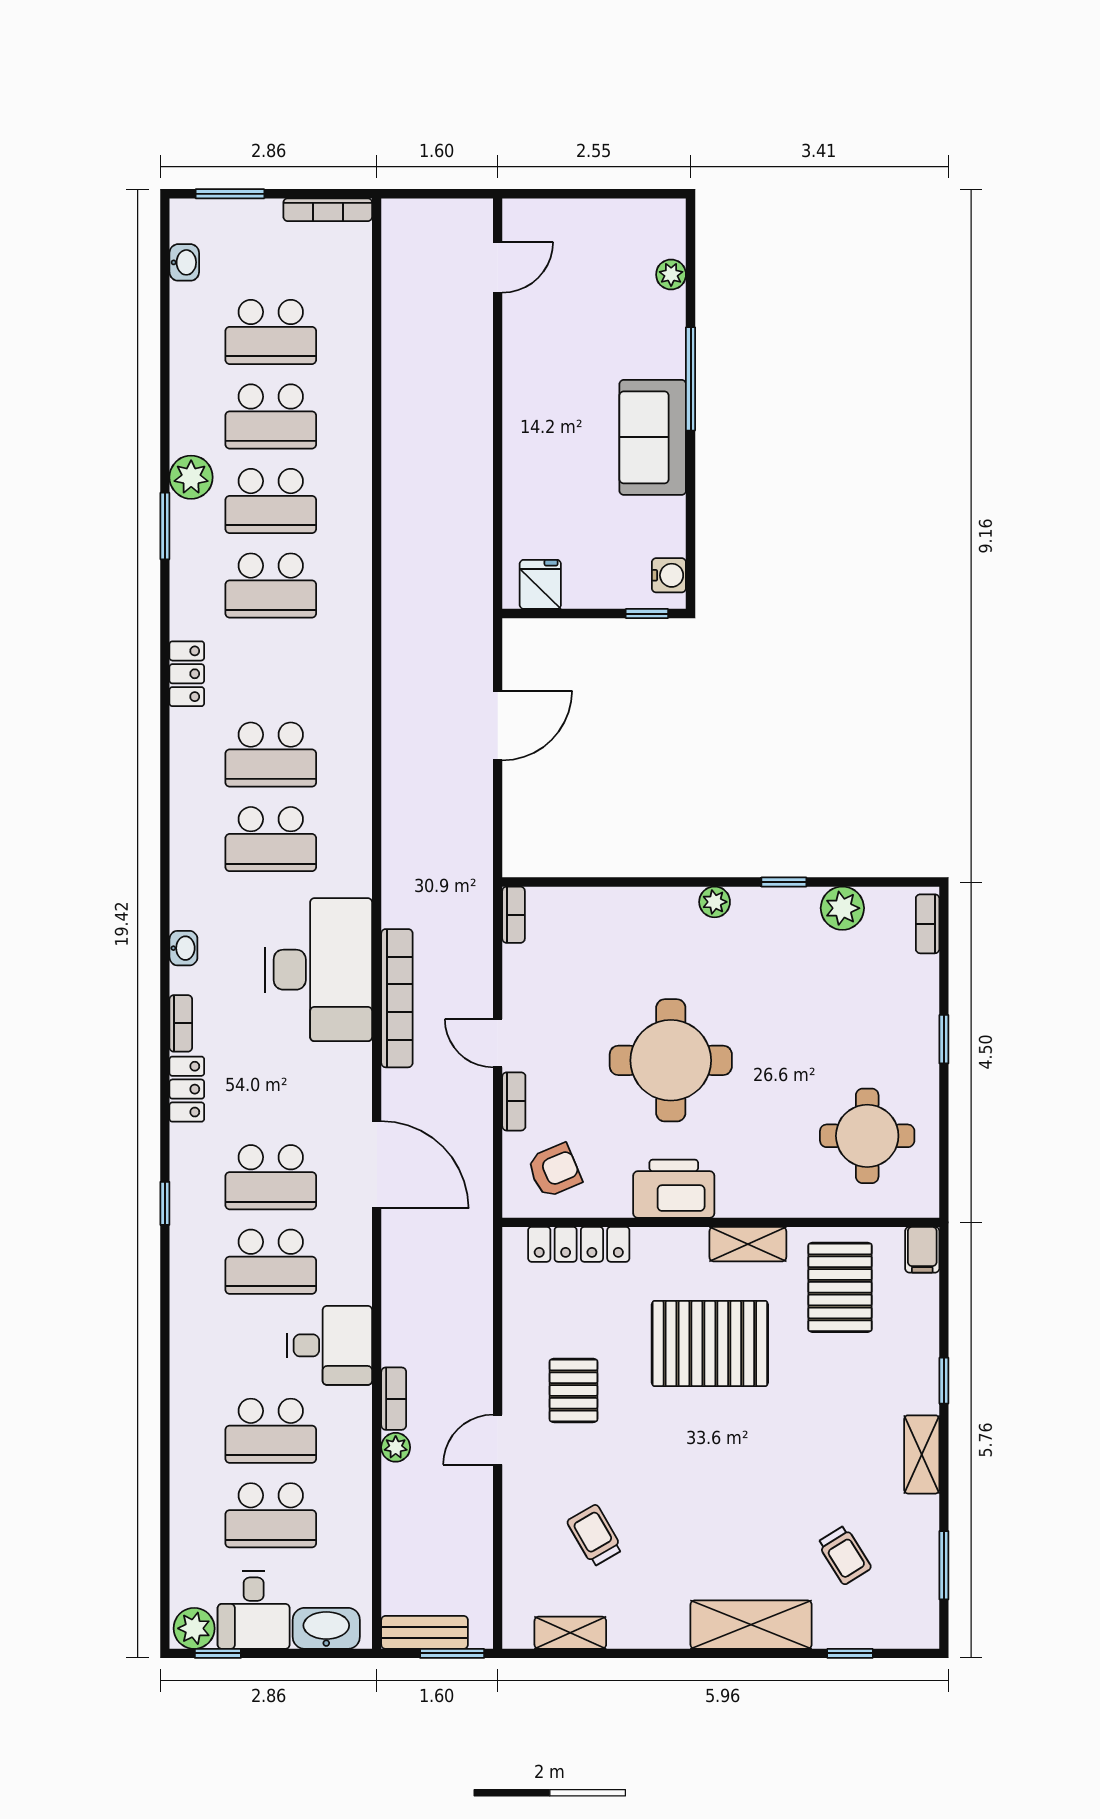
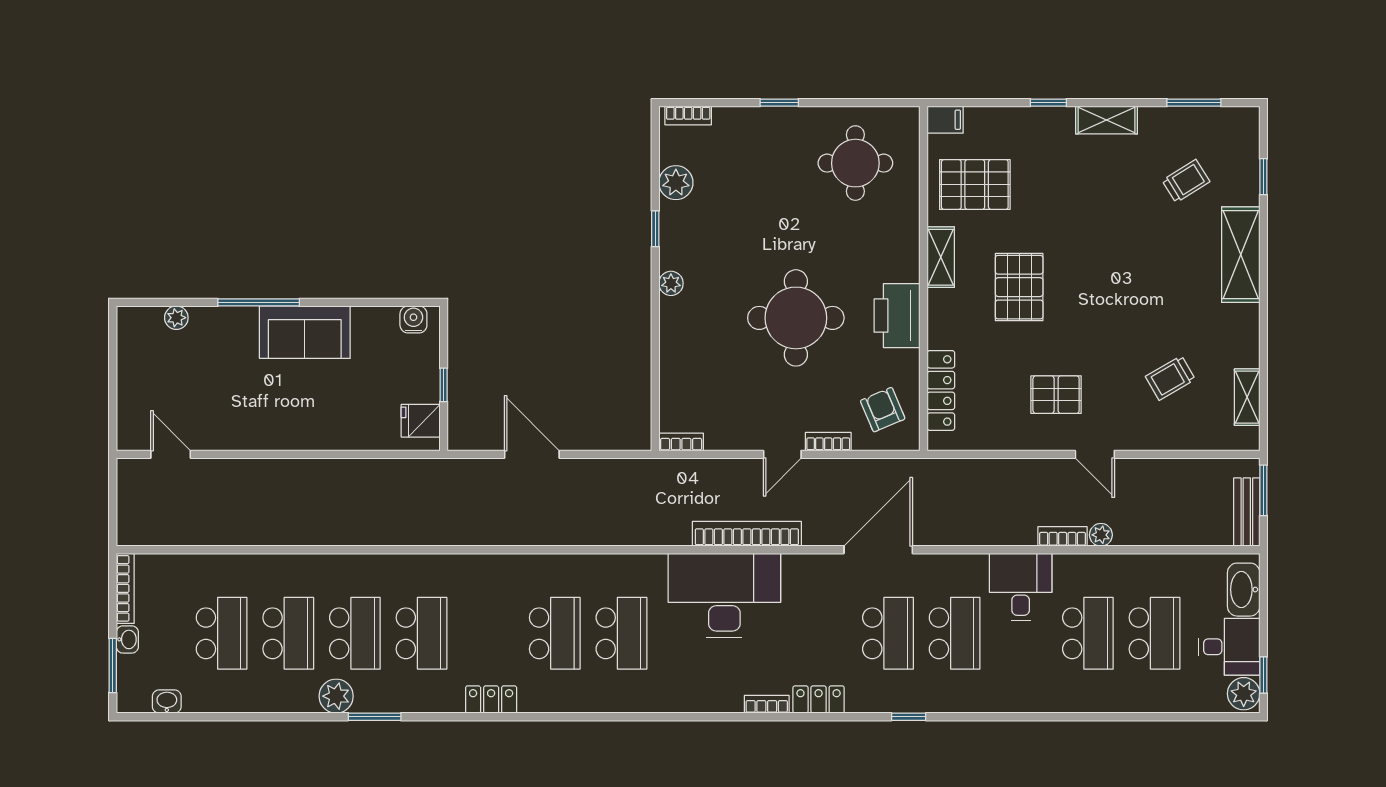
window: (647, 614) -> (444, 385), moved
washbasin: (183, 948) -> (127, 639), moved, turned 90
pallet: (710, 1344) -> (1019, 287), width x0.73, depth x0.71

